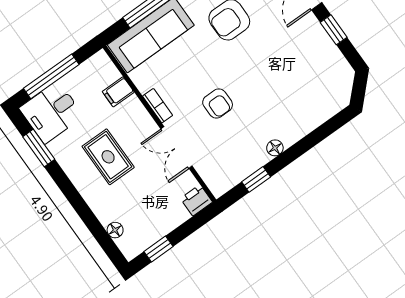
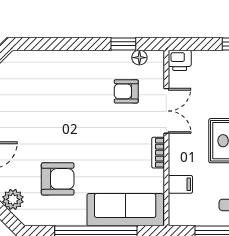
armchair: (218, 103) -> (126, 91), moved, turned -90
floor lamp: (275, 148) -> (139, 58), moved

